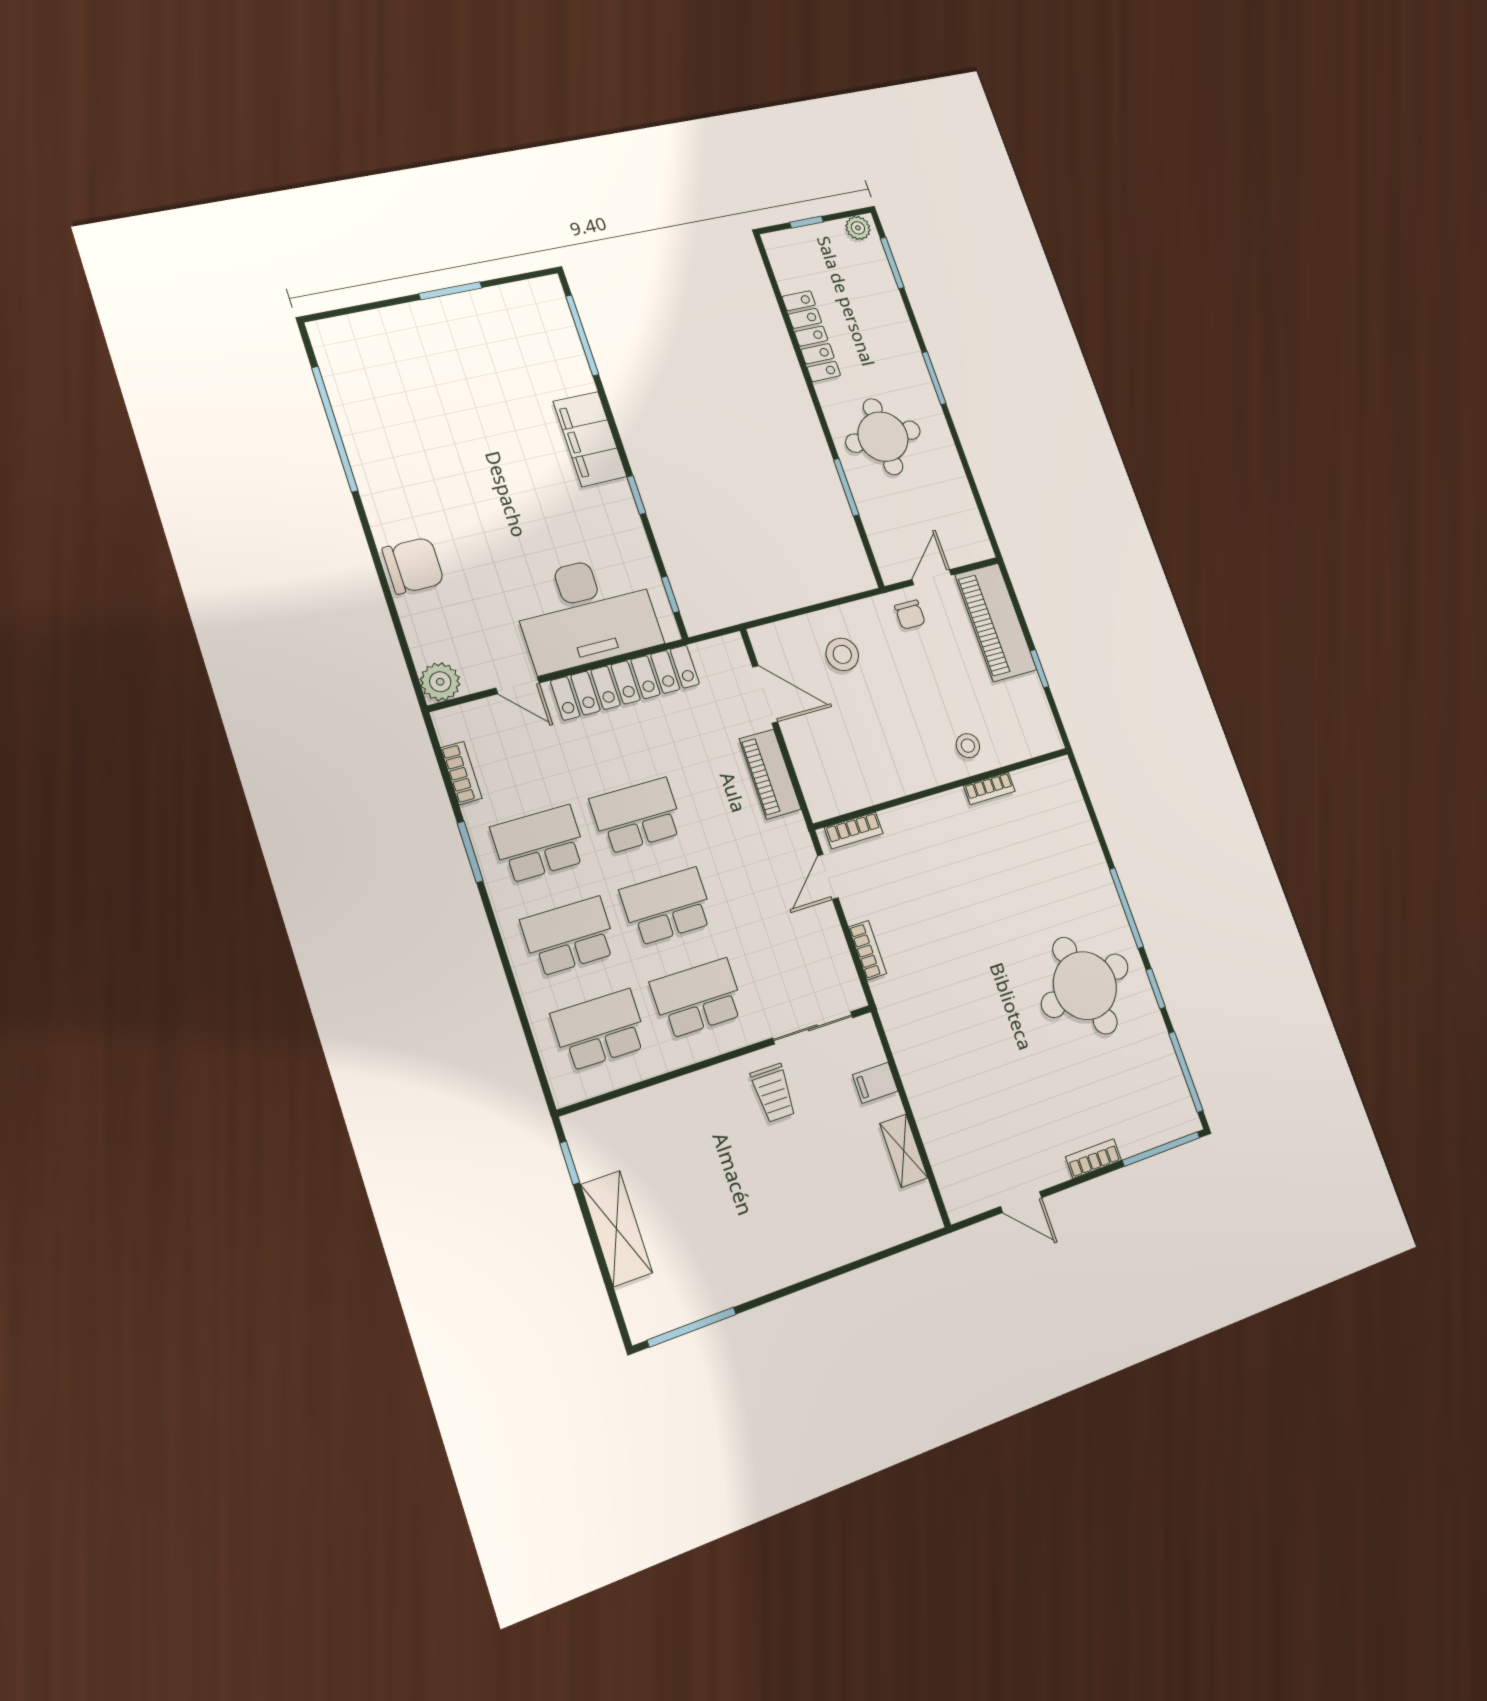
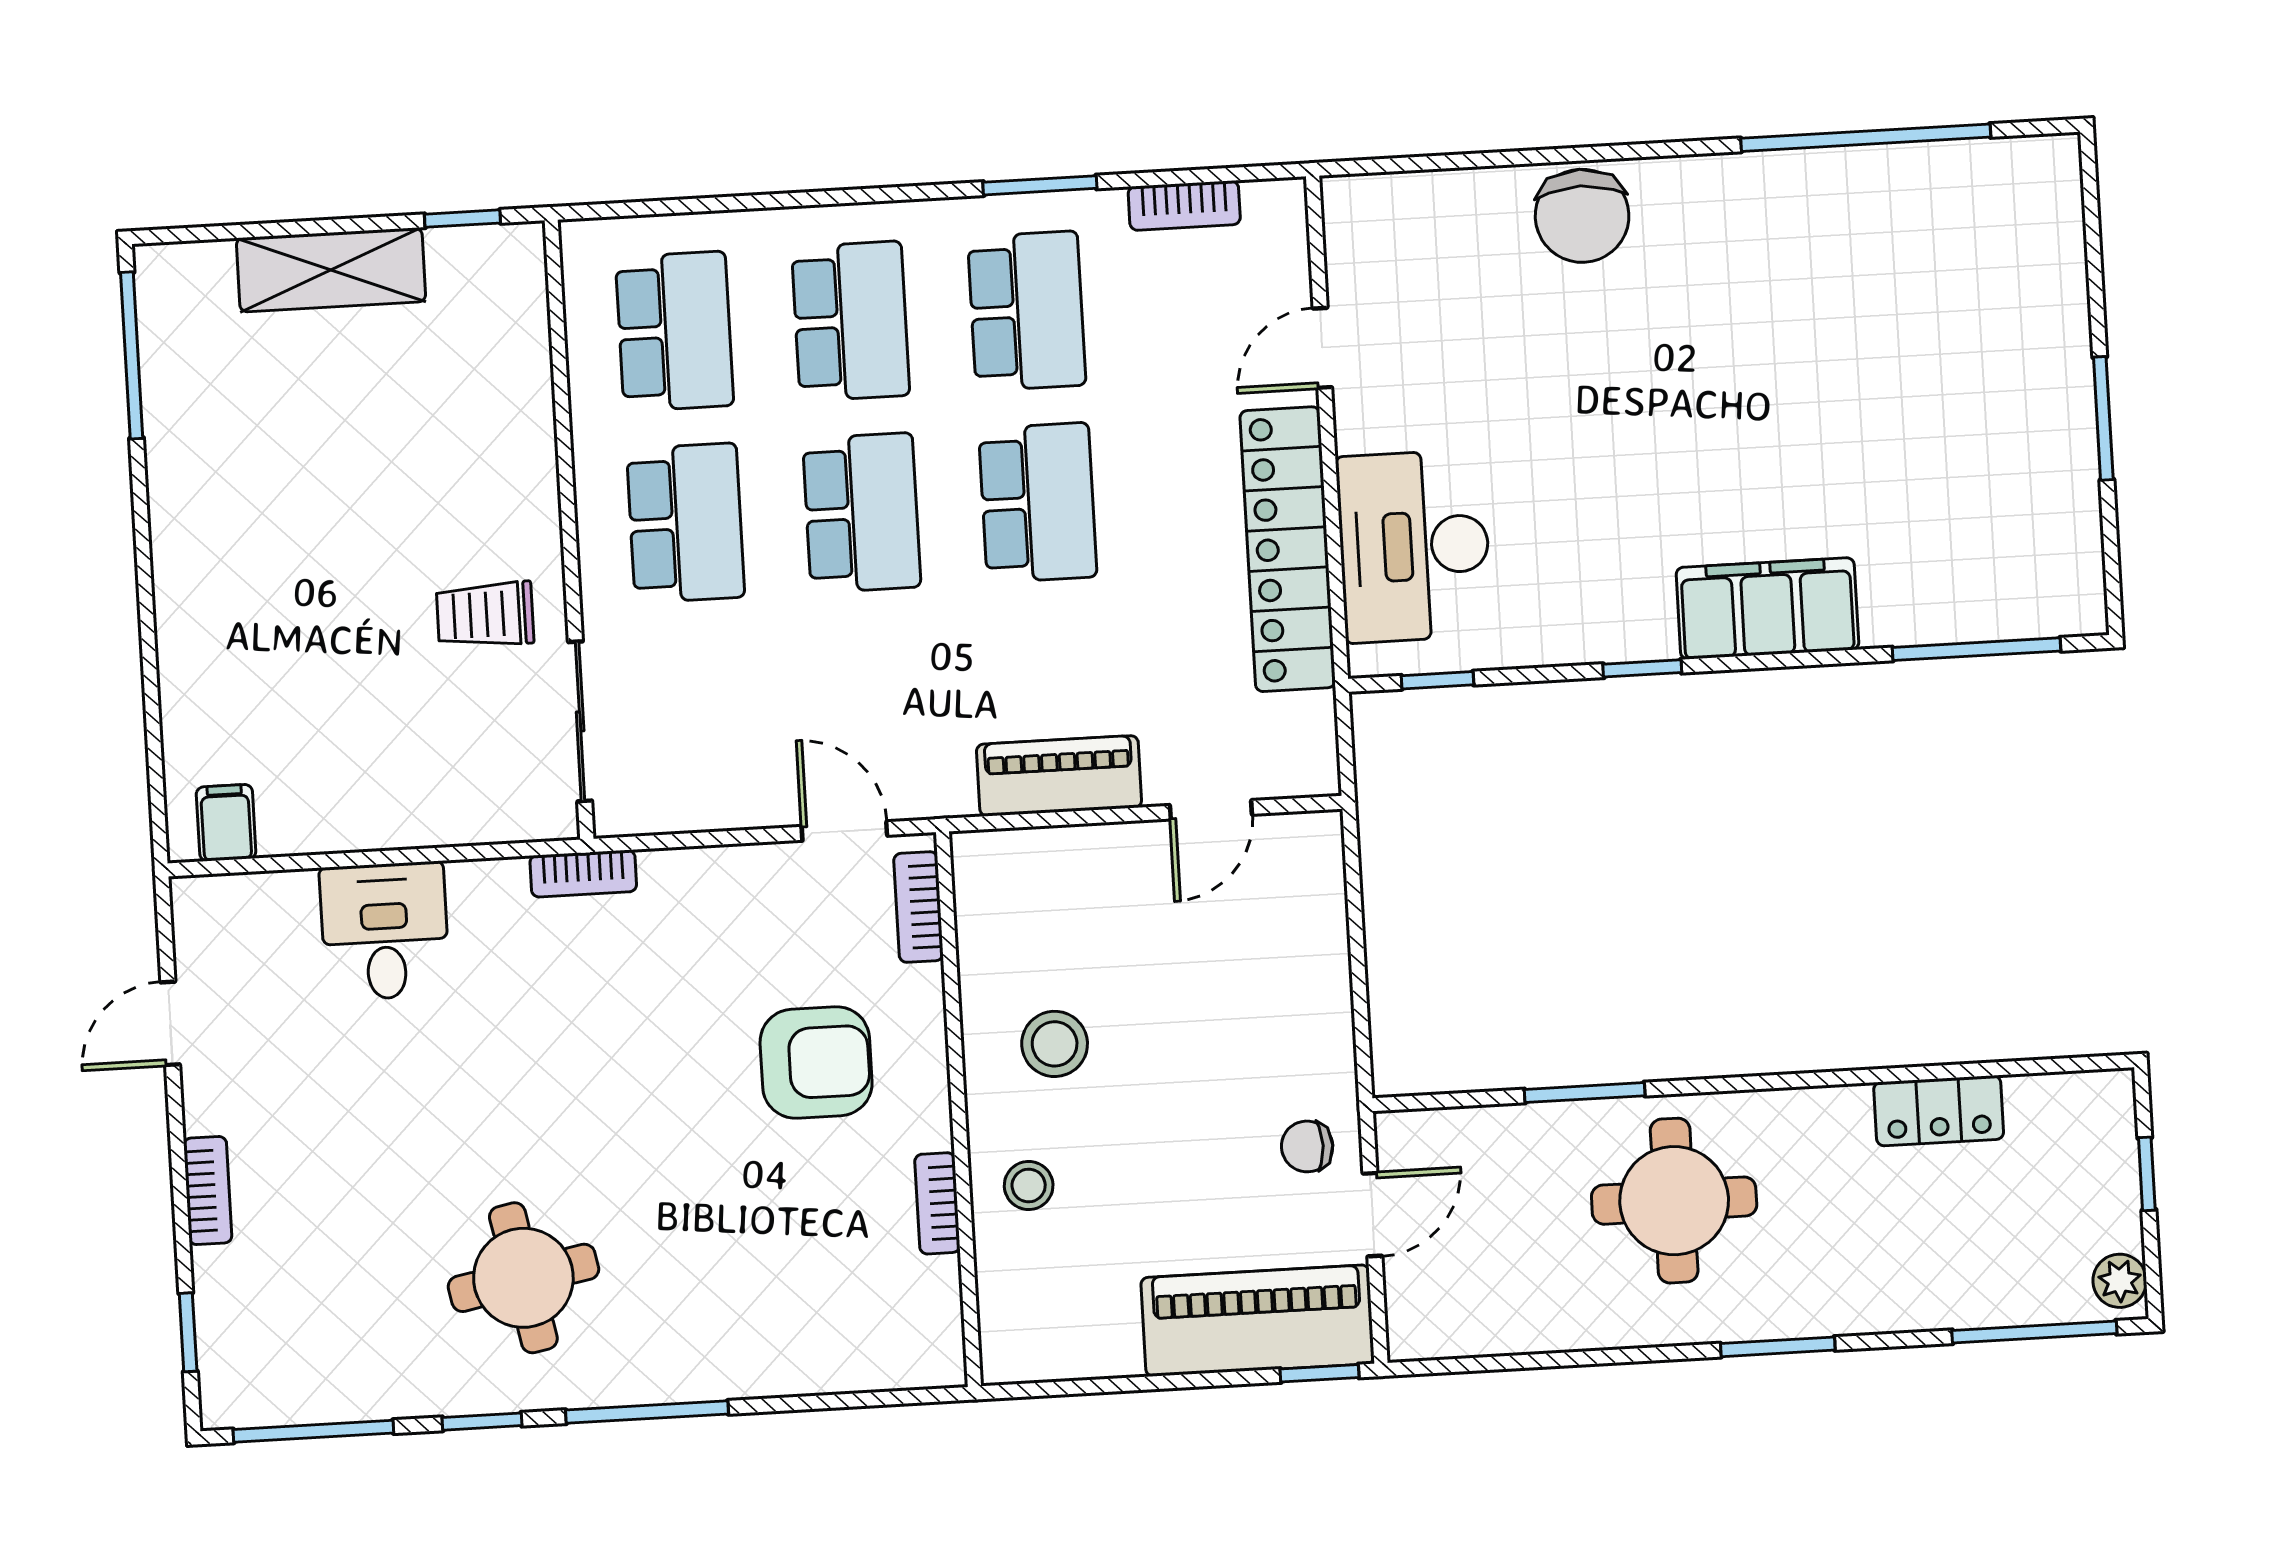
window: (892, 263) -> (2034, 1332), width x1.44
locker: (811, 336) -> (1939, 1111), width x0.66
door: (932, 577) -> (1372, 1215), hinge flipped
desk: (586, 612) -> (1414, 546), width x0.73, depth x0.77
stool: (842, 654) -> (1055, 1044), moved
window: (1039, 669) -> (1320, 1373), moved
plant: (440, 682) -> (1358, 210), removed
door: (765, 694) -> (1211, 810), width x0.73
armchair: (942, 864) -> (816, 1063), added
bookcase: (868, 950) -> (583, 874), moved
round table: (1085, 986) -> (523, 1278), width x0.73, depth x0.73
filing cabinet: (875, 1083) -> (226, 823), moved
desk: (944, 1102) -> (385, 931), added
window: (1161, 1149) -> (188, 1332), width x0.46
shelving: (904, 1151) -> (321, 827), removed

